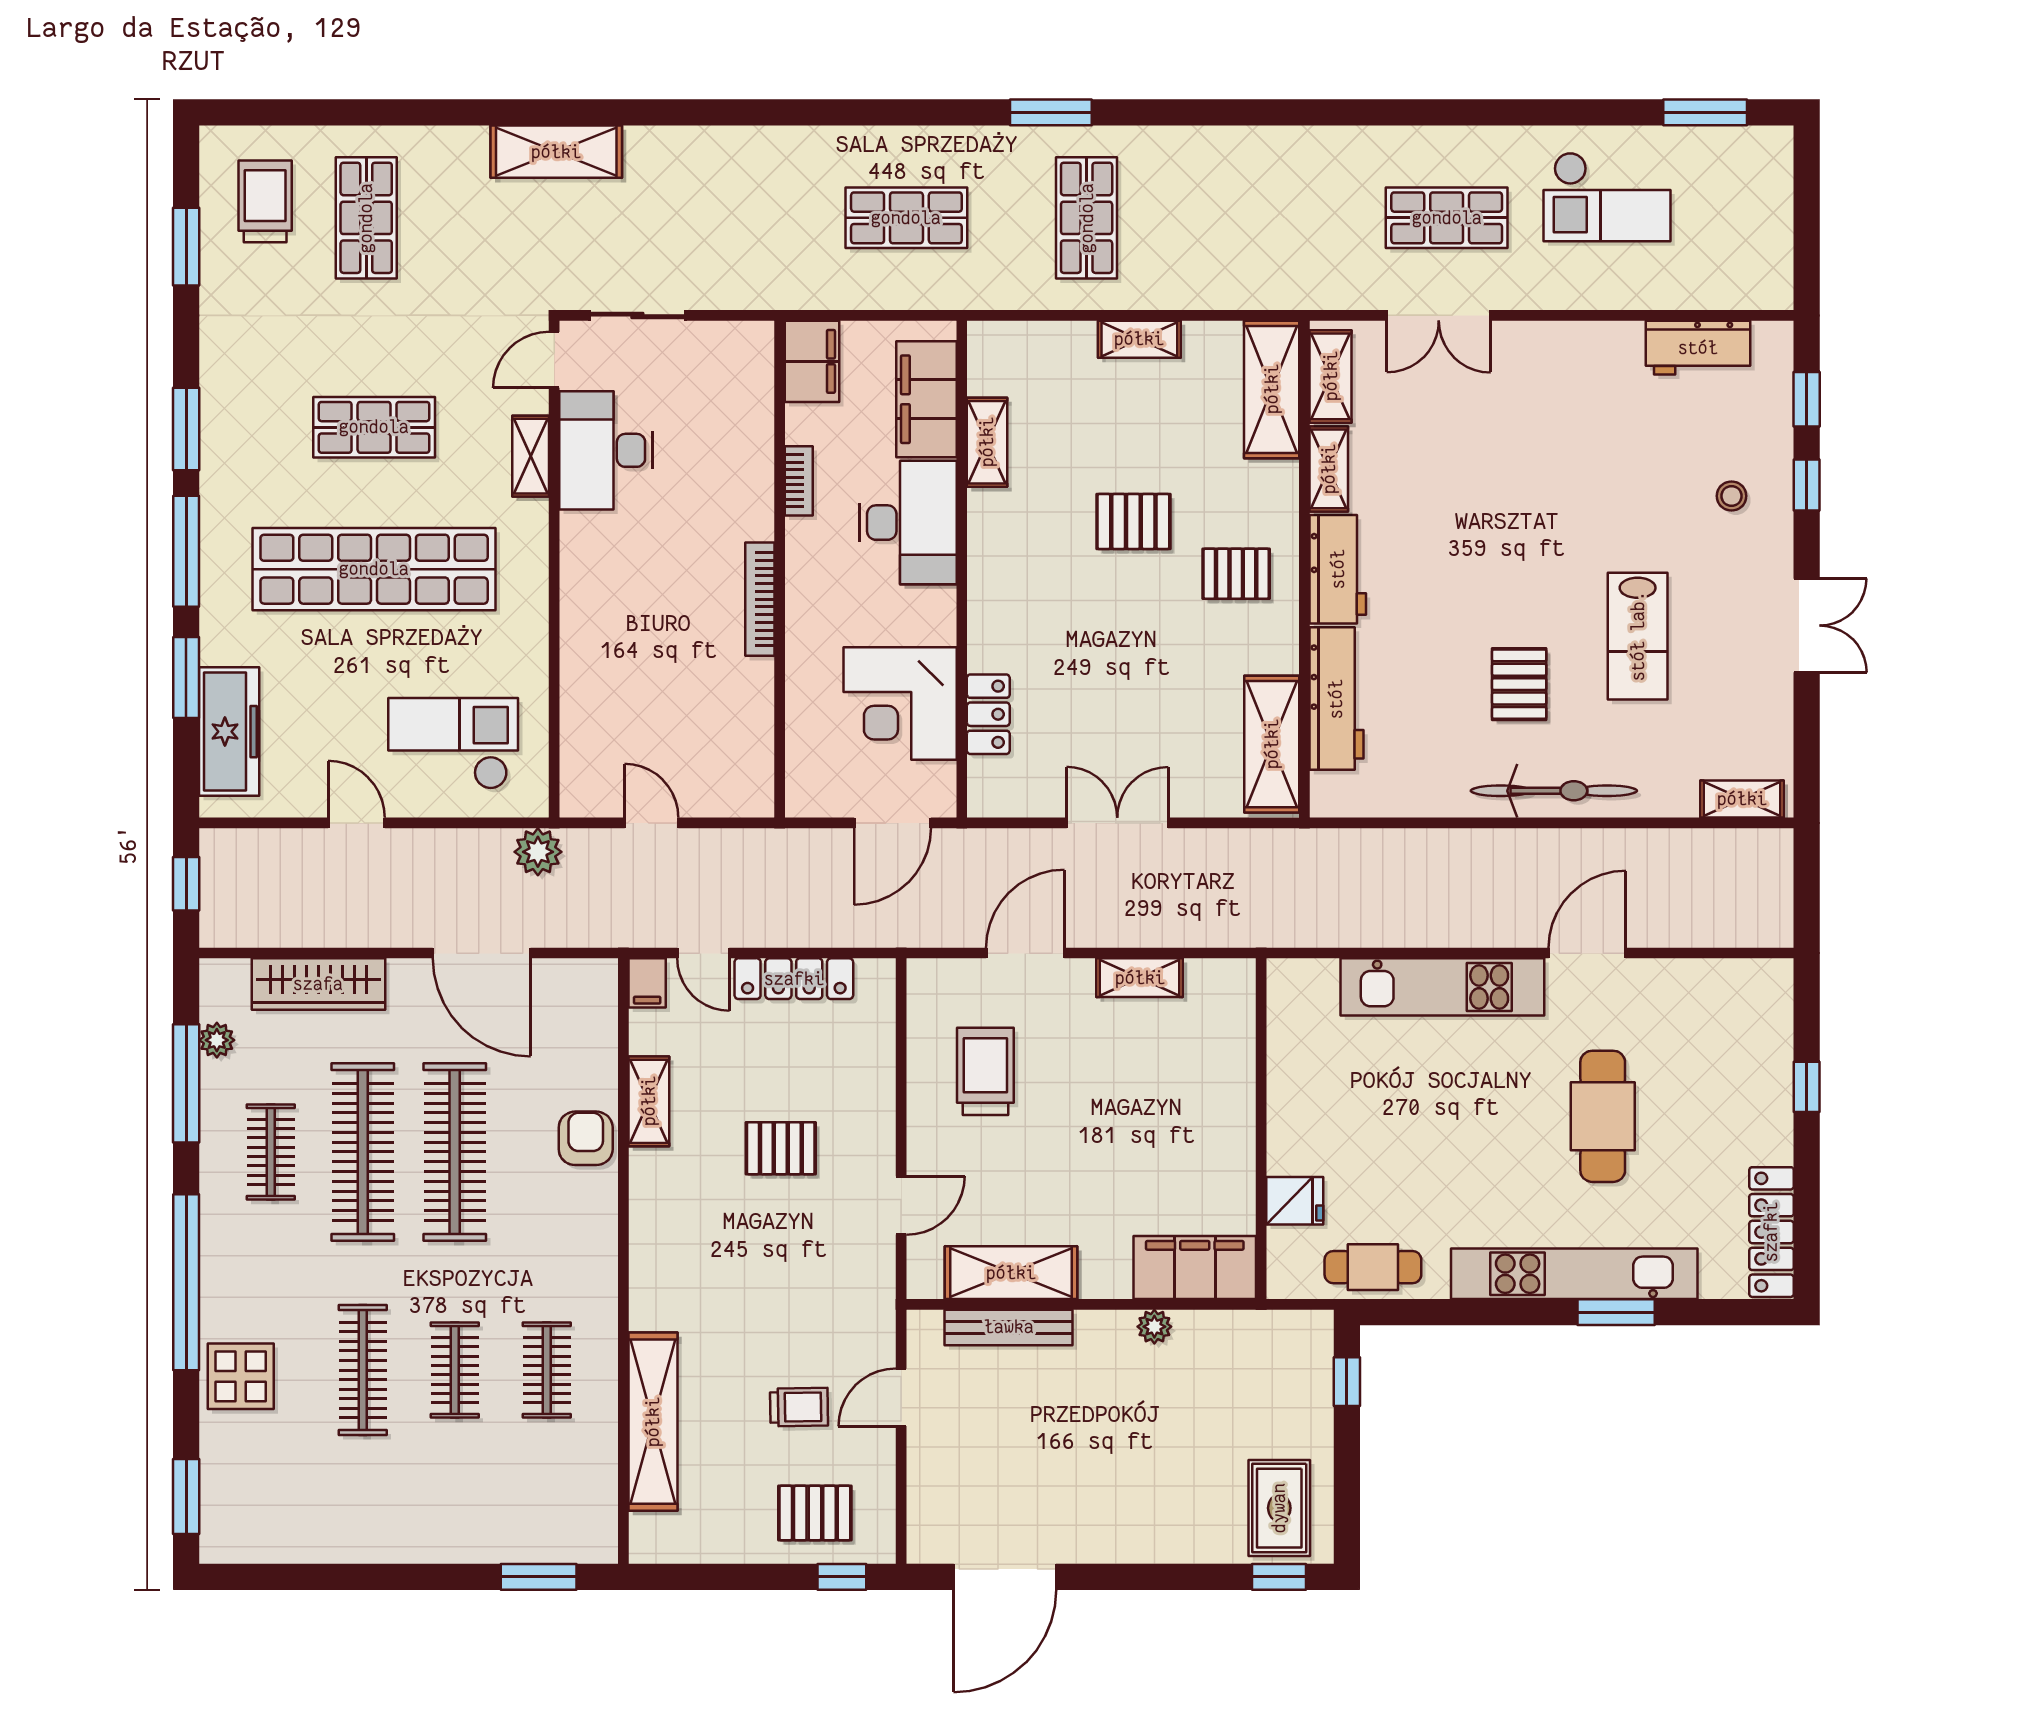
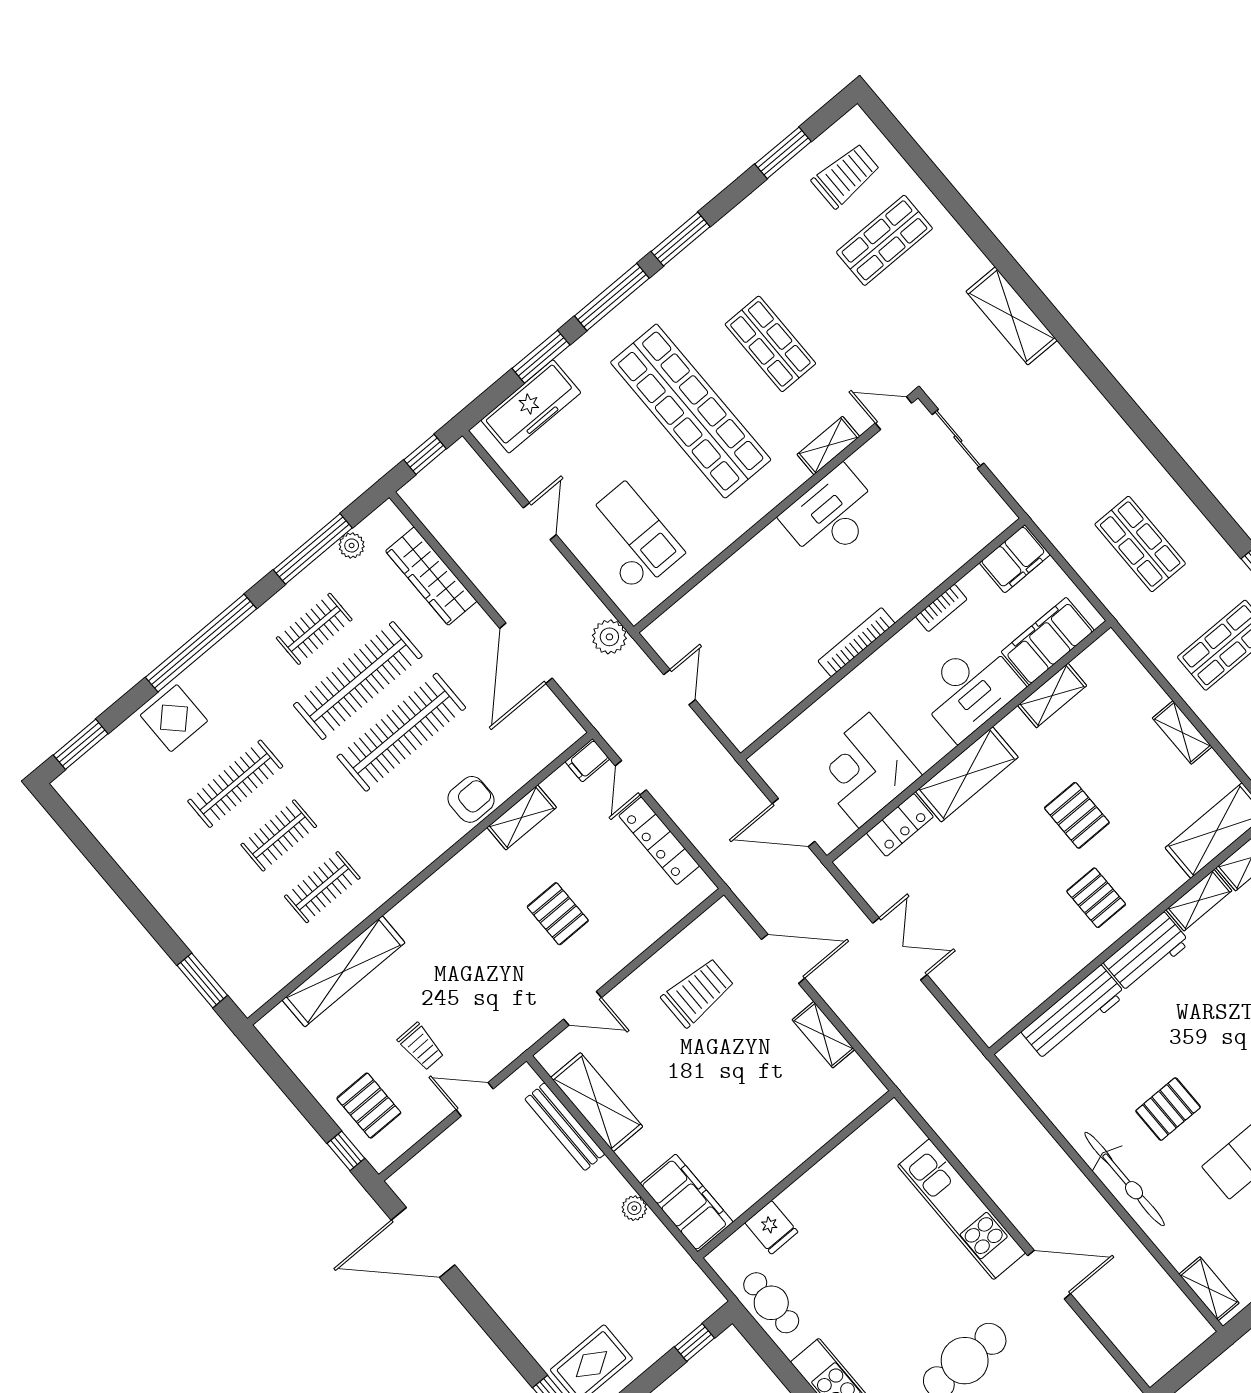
desk: (606, 450) -> (832, 515), moved
shelving: (1272, 744) -> (967, 774), moved

